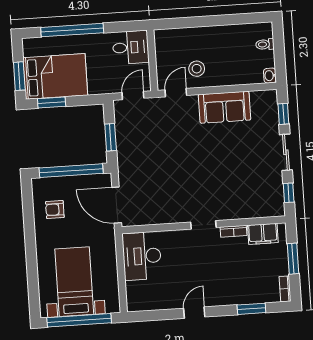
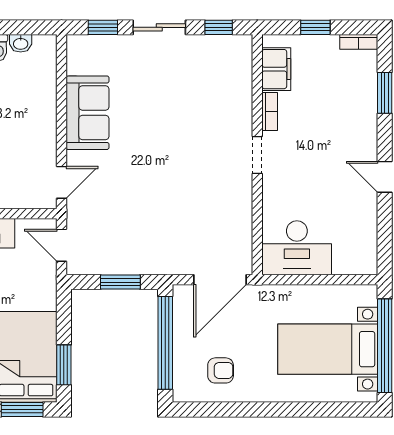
stool: (197, 69) -> (29, 150), removed
washbasin: (270, 76) -> (21, 43), moved
door: (176, 93) -> (61, 182), swing flipped
armchair: (55, 210) -> (221, 370), turned -90
window: (293, 259) -> (315, 27), width x0.67

